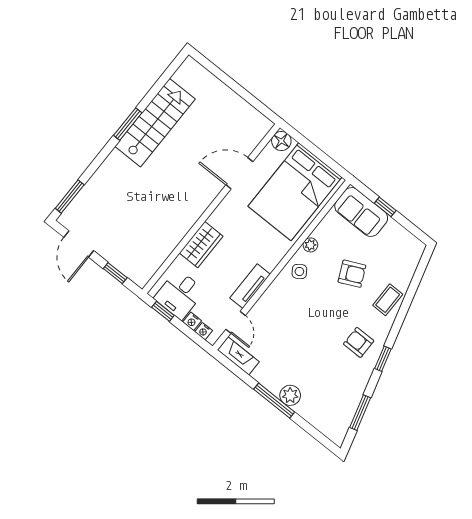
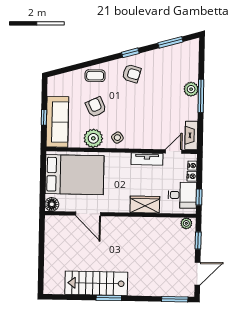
sofa: (361, 212) -> (57, 122), width x1.36
plant: (310, 245) -> (93, 138), width x1.88, depth x1.88
plant: (144, 275) -> (186, 223), added
armchair: (359, 342) -> (132, 74), turned -74

